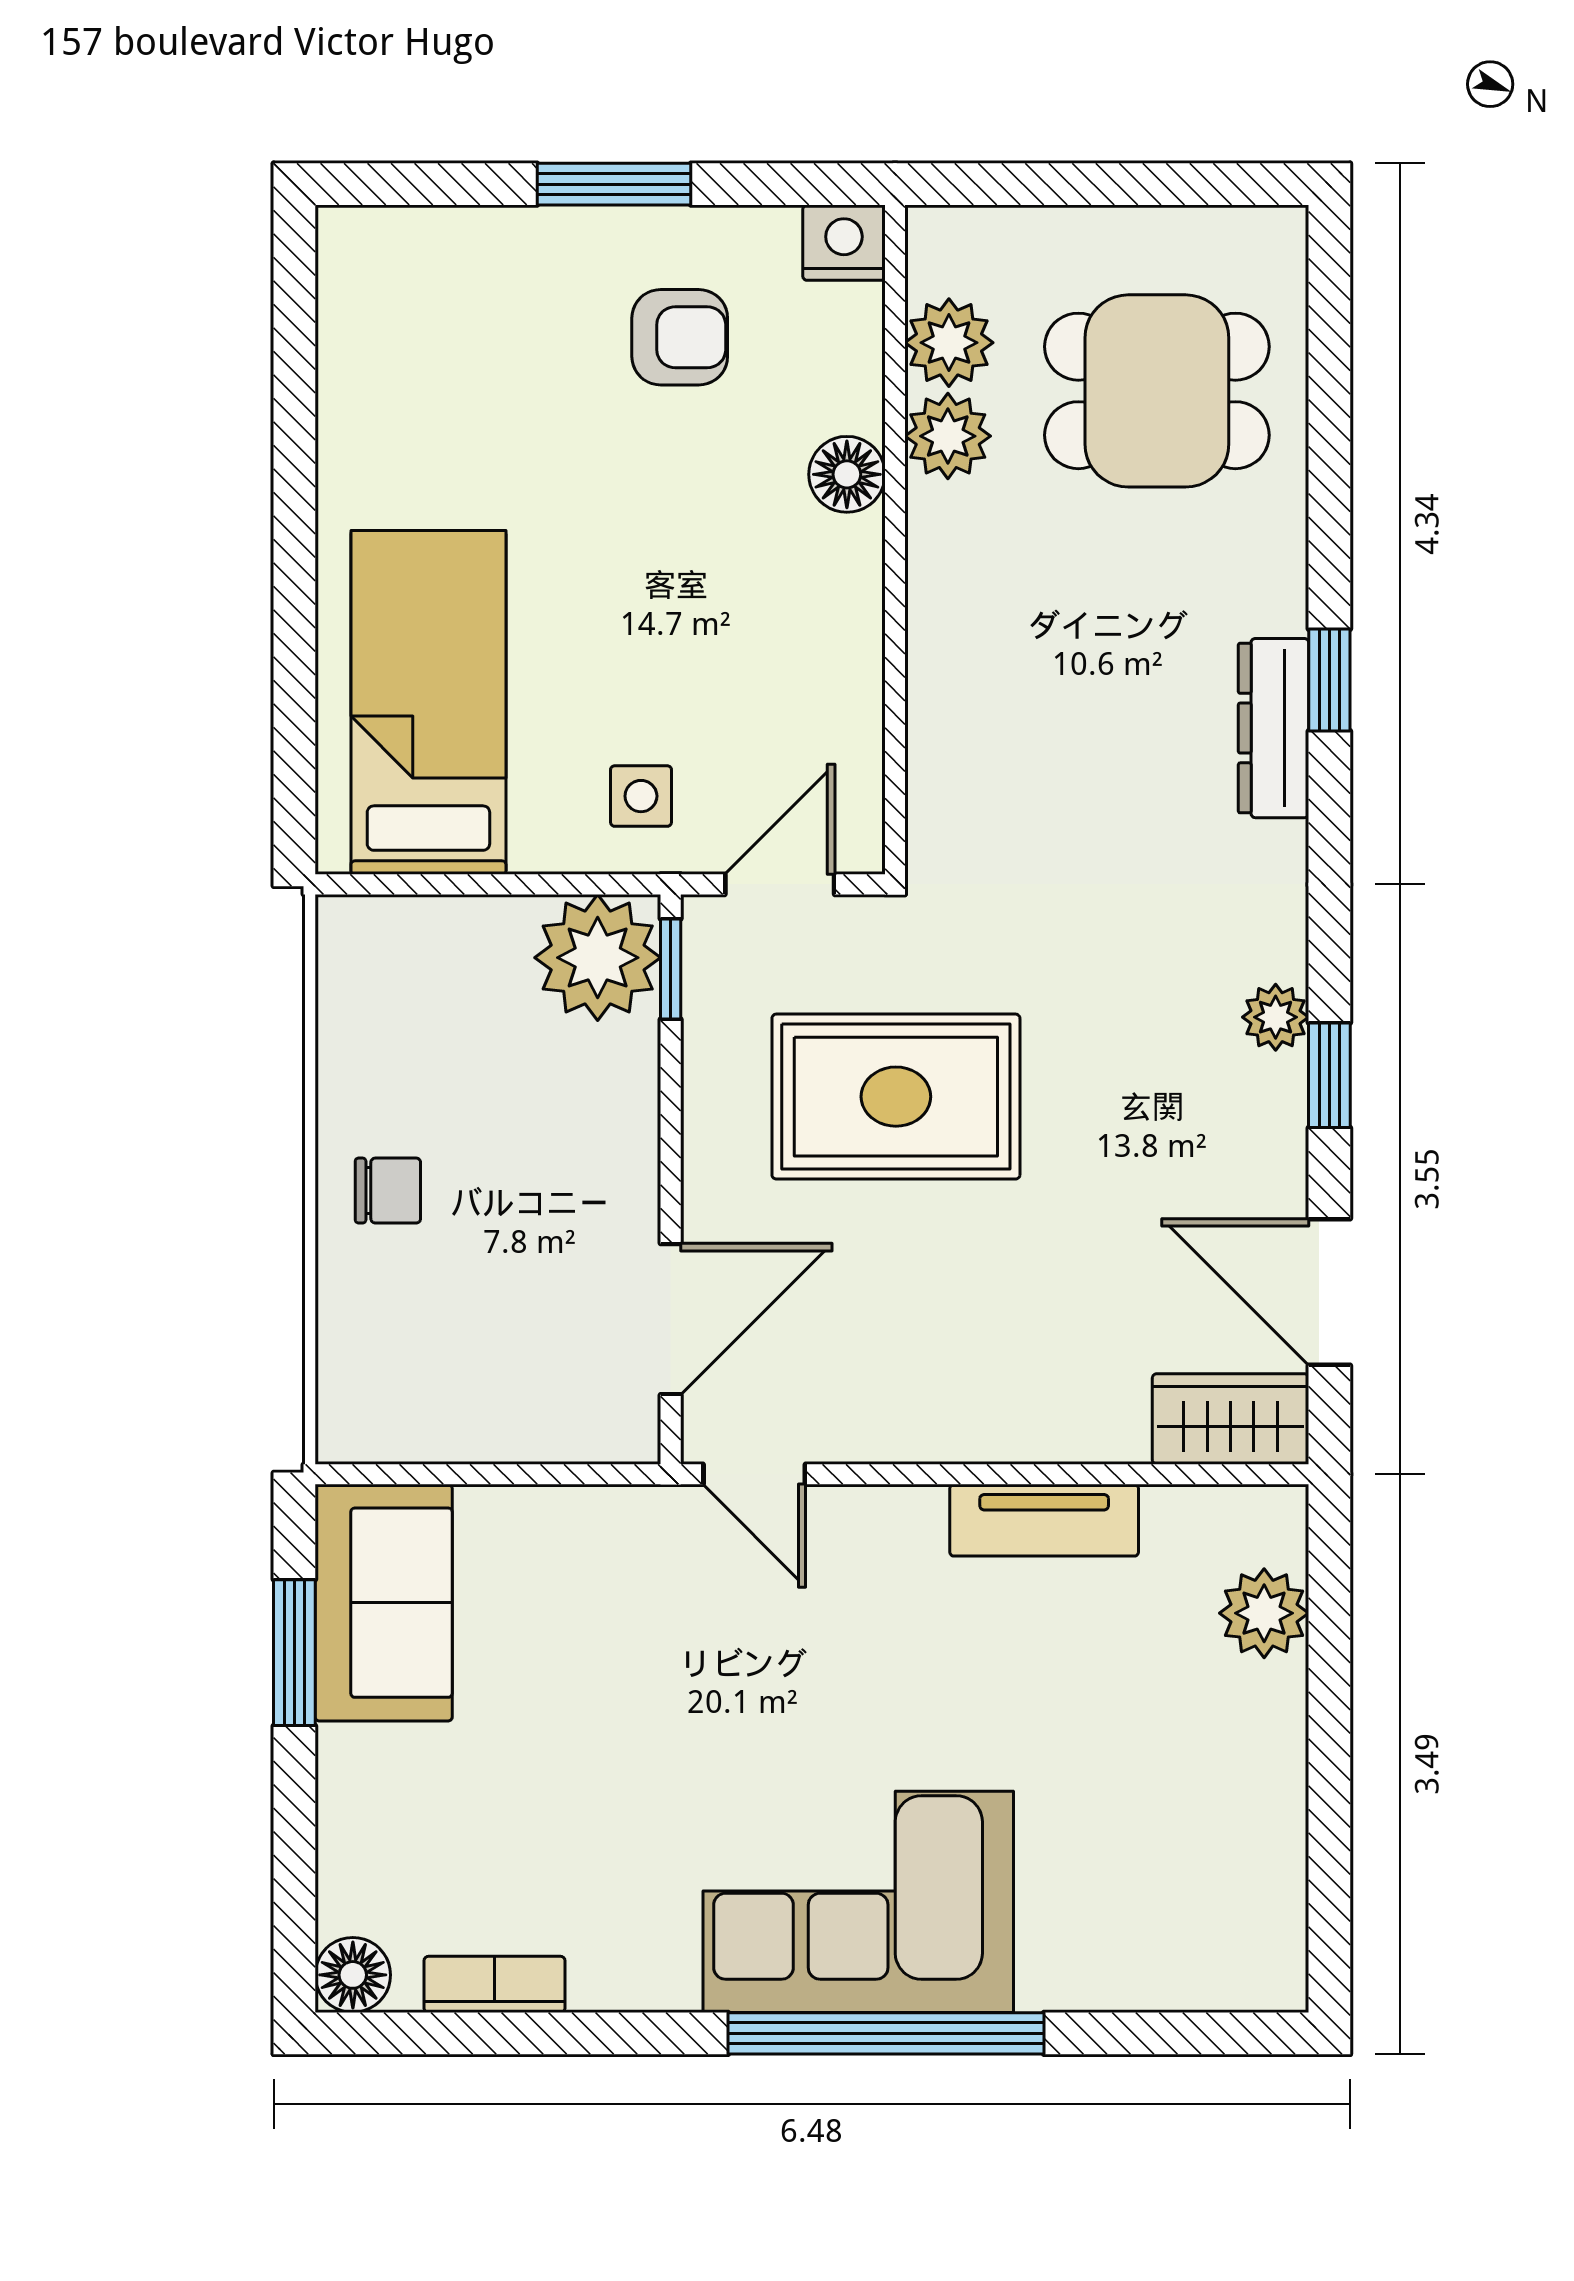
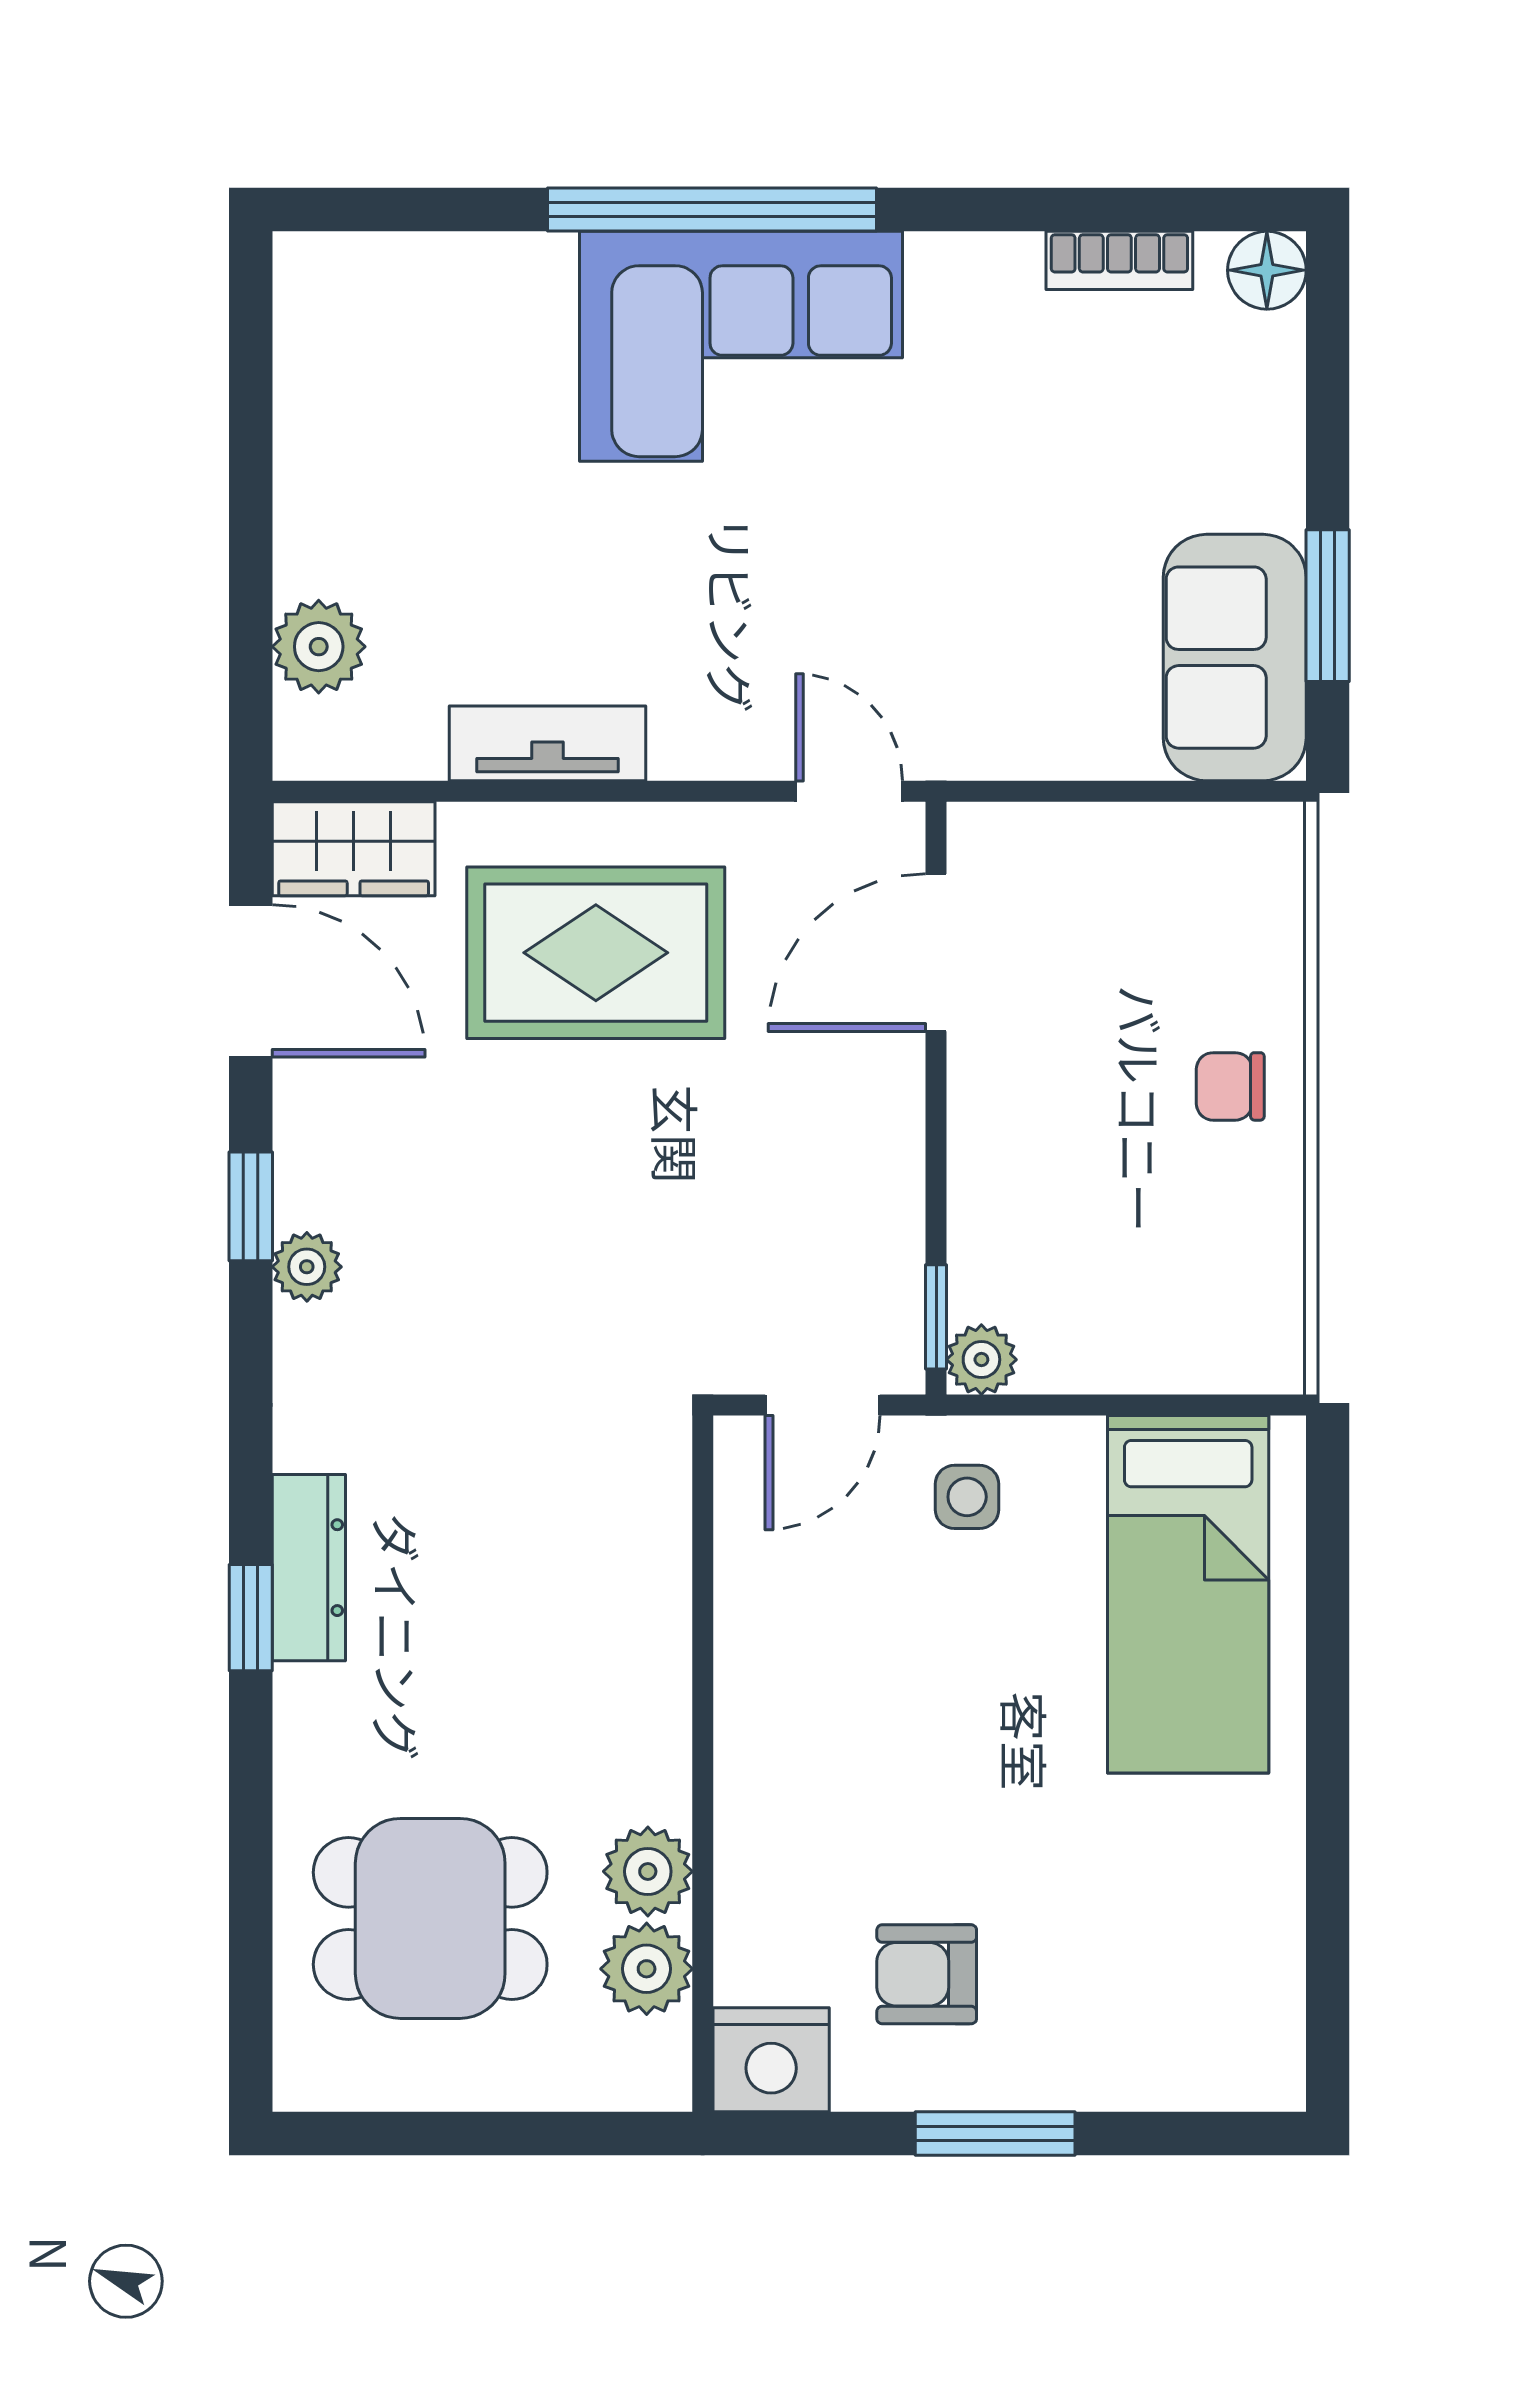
nightstand: (844, 243) -> (771, 2060), width x1.36, depth x1.33
floor lamp: (847, 474) -> (753, 1832), removed
plant: (598, 958) -> (981, 1360), width x0.53, depth x0.53
rug: (896, 1097) -> (596, 953), moved

